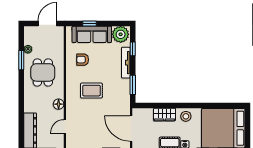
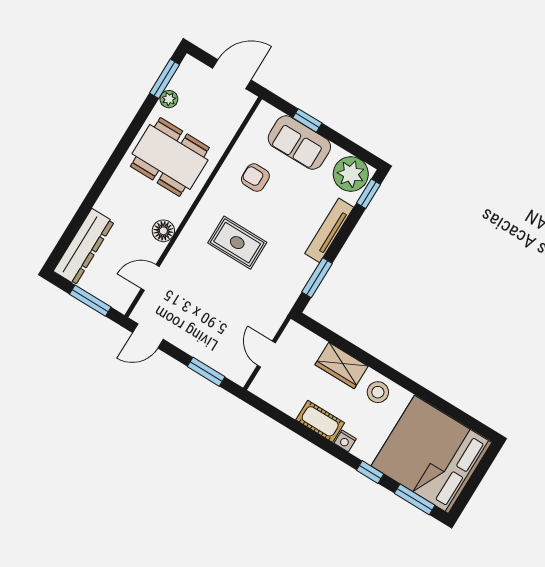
sofa: (92, 34) -> (299, 142), width x0.73
window: (133, 49) -> (368, 194), moved
window: (21, 60) -> (165, 79), moved
dining table: (43, 72) -> (170, 157), width x1.37
door: (131, 129) -> (266, 354), width x0.53

